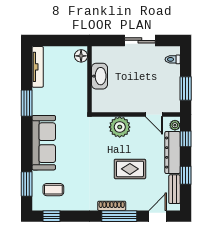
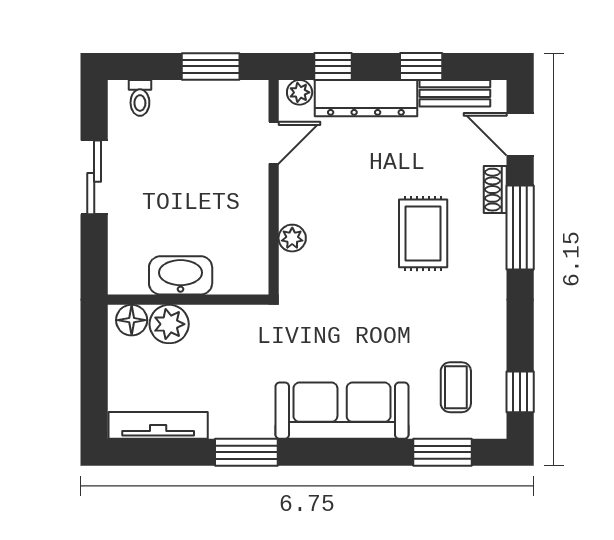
plant: (79, 71) -> (169, 324), added
plant: (120, 127) -> (292, 238), width x0.53, depth x0.53
rug: (130, 169) -> (423, 233), moved
shoe rack: (112, 206) -> (495, 190), moved, width x0.70

